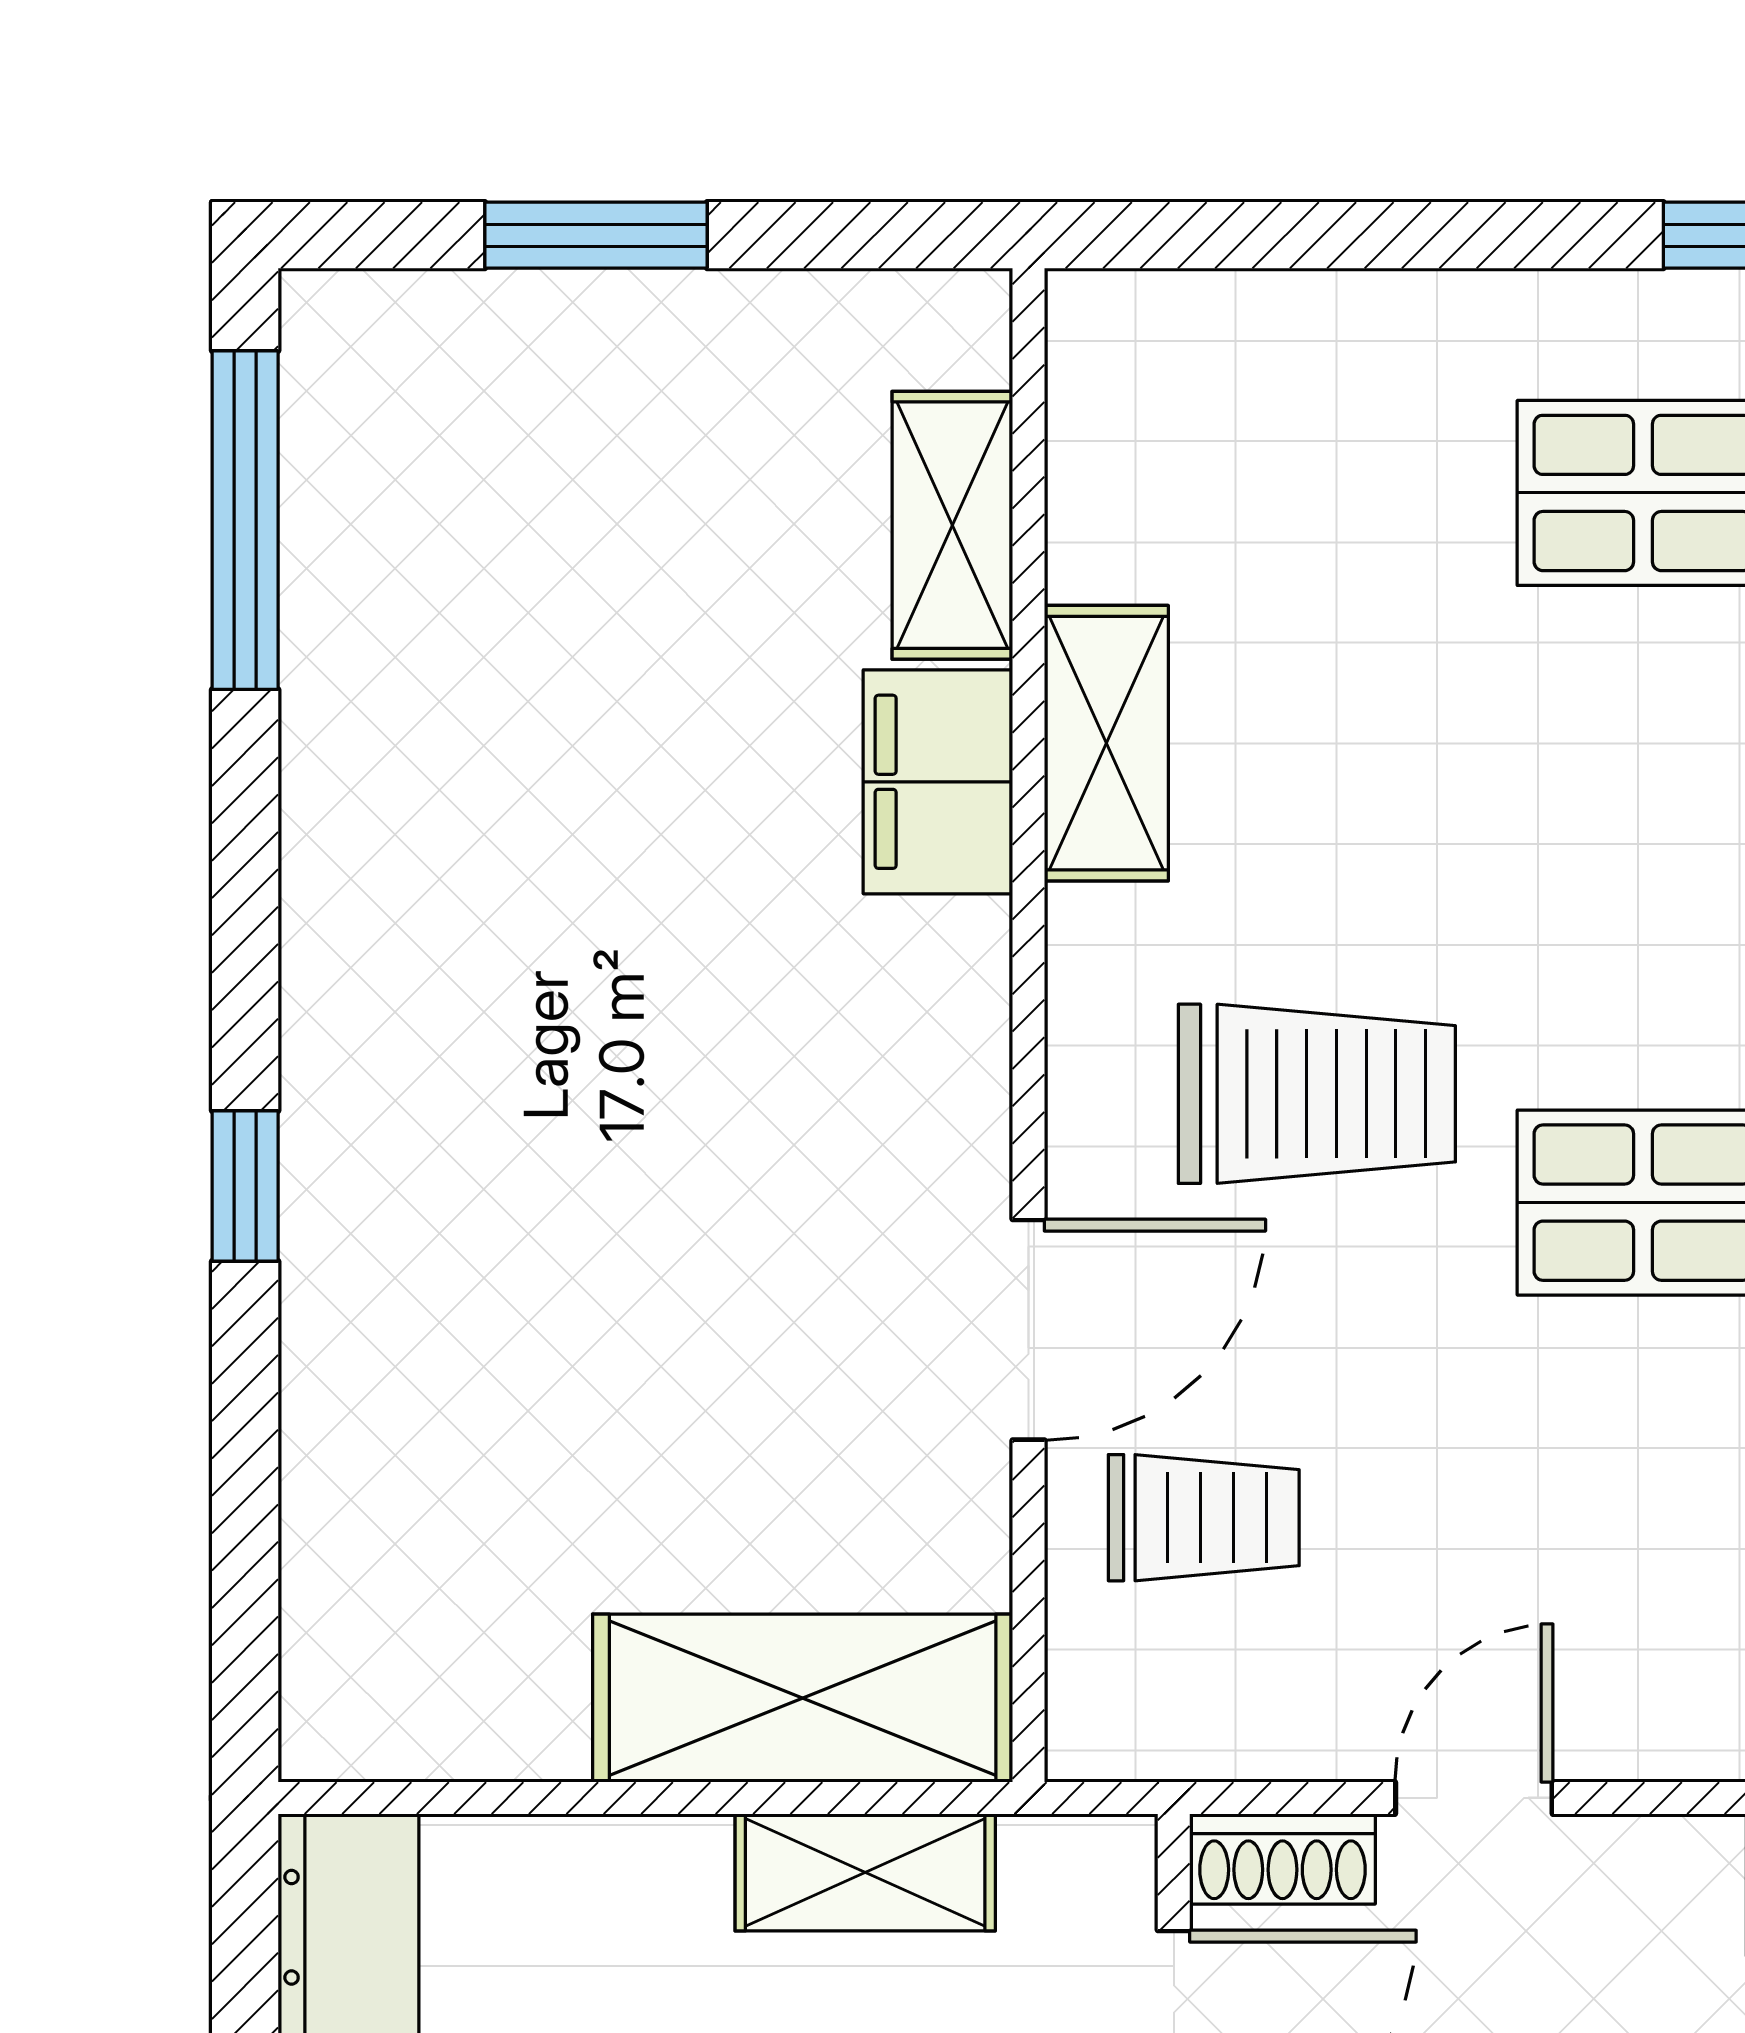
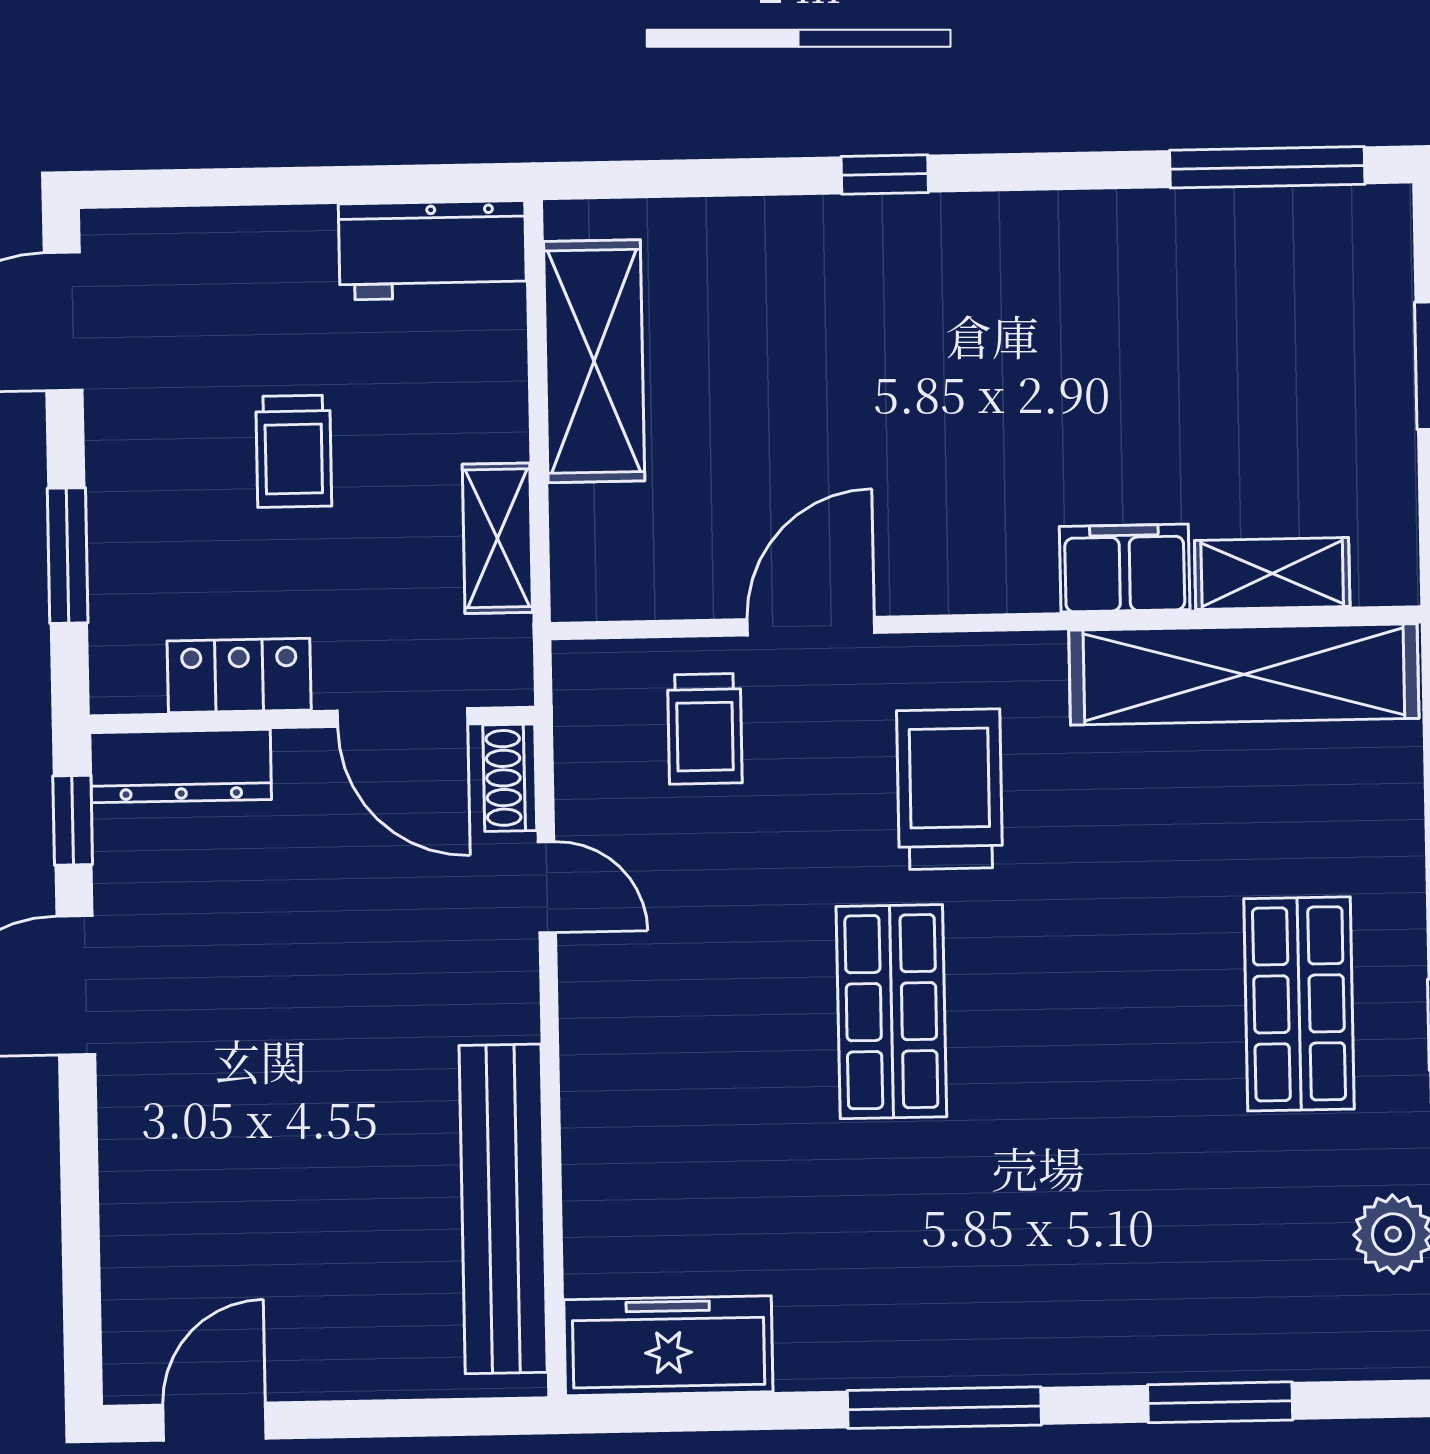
shelving: (1106, 743) -> (1244, 674), width x2.20, depth x1.33
trolley: (1317, 1094) -> (950, 789), turned 180
door: (1028, 1330) -> (811, 626), swing flipped
shelving: (803, 1698) -> (594, 361), moved

